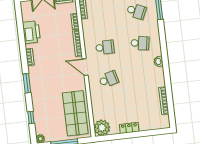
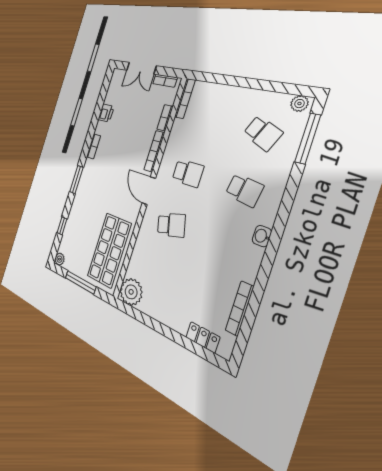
printer: (31, 32) -> (106, 113), width x0.53, depth x0.68
locker: (129, 128) -> (203, 337), moved

